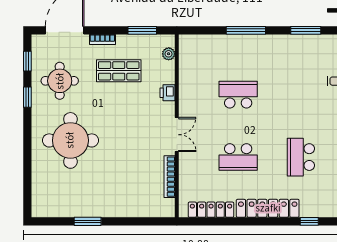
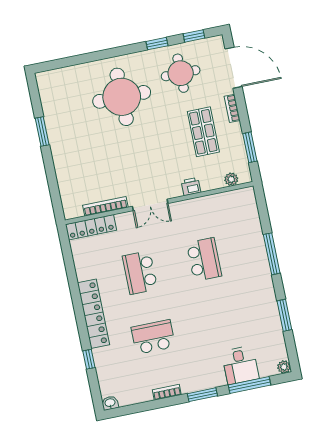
locker: (211, 210) -> (91, 227), moved, turned 90

